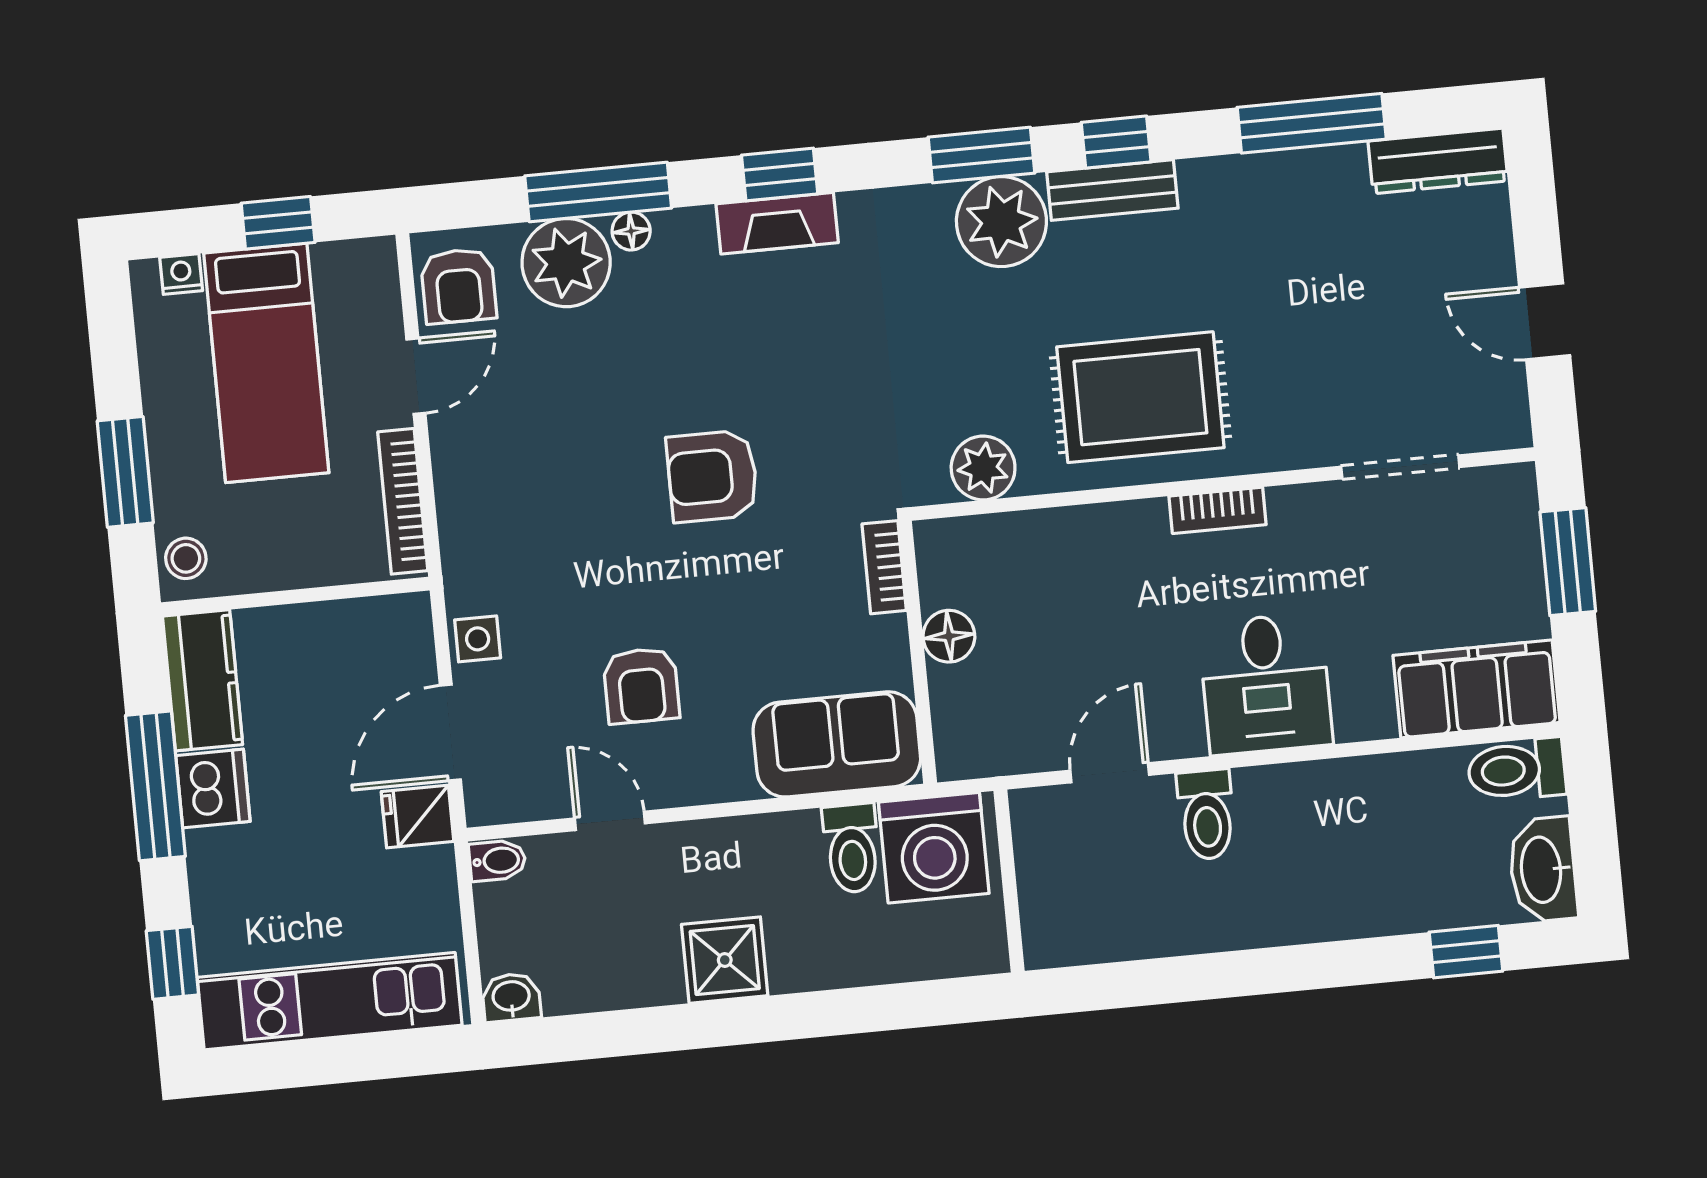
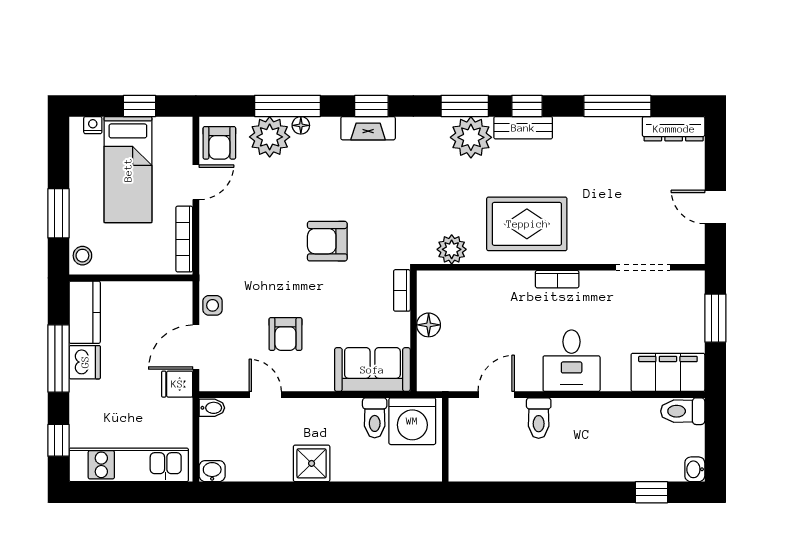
washbasin: (1543, 870) -> (695, 469), width x0.52, depth x0.69

